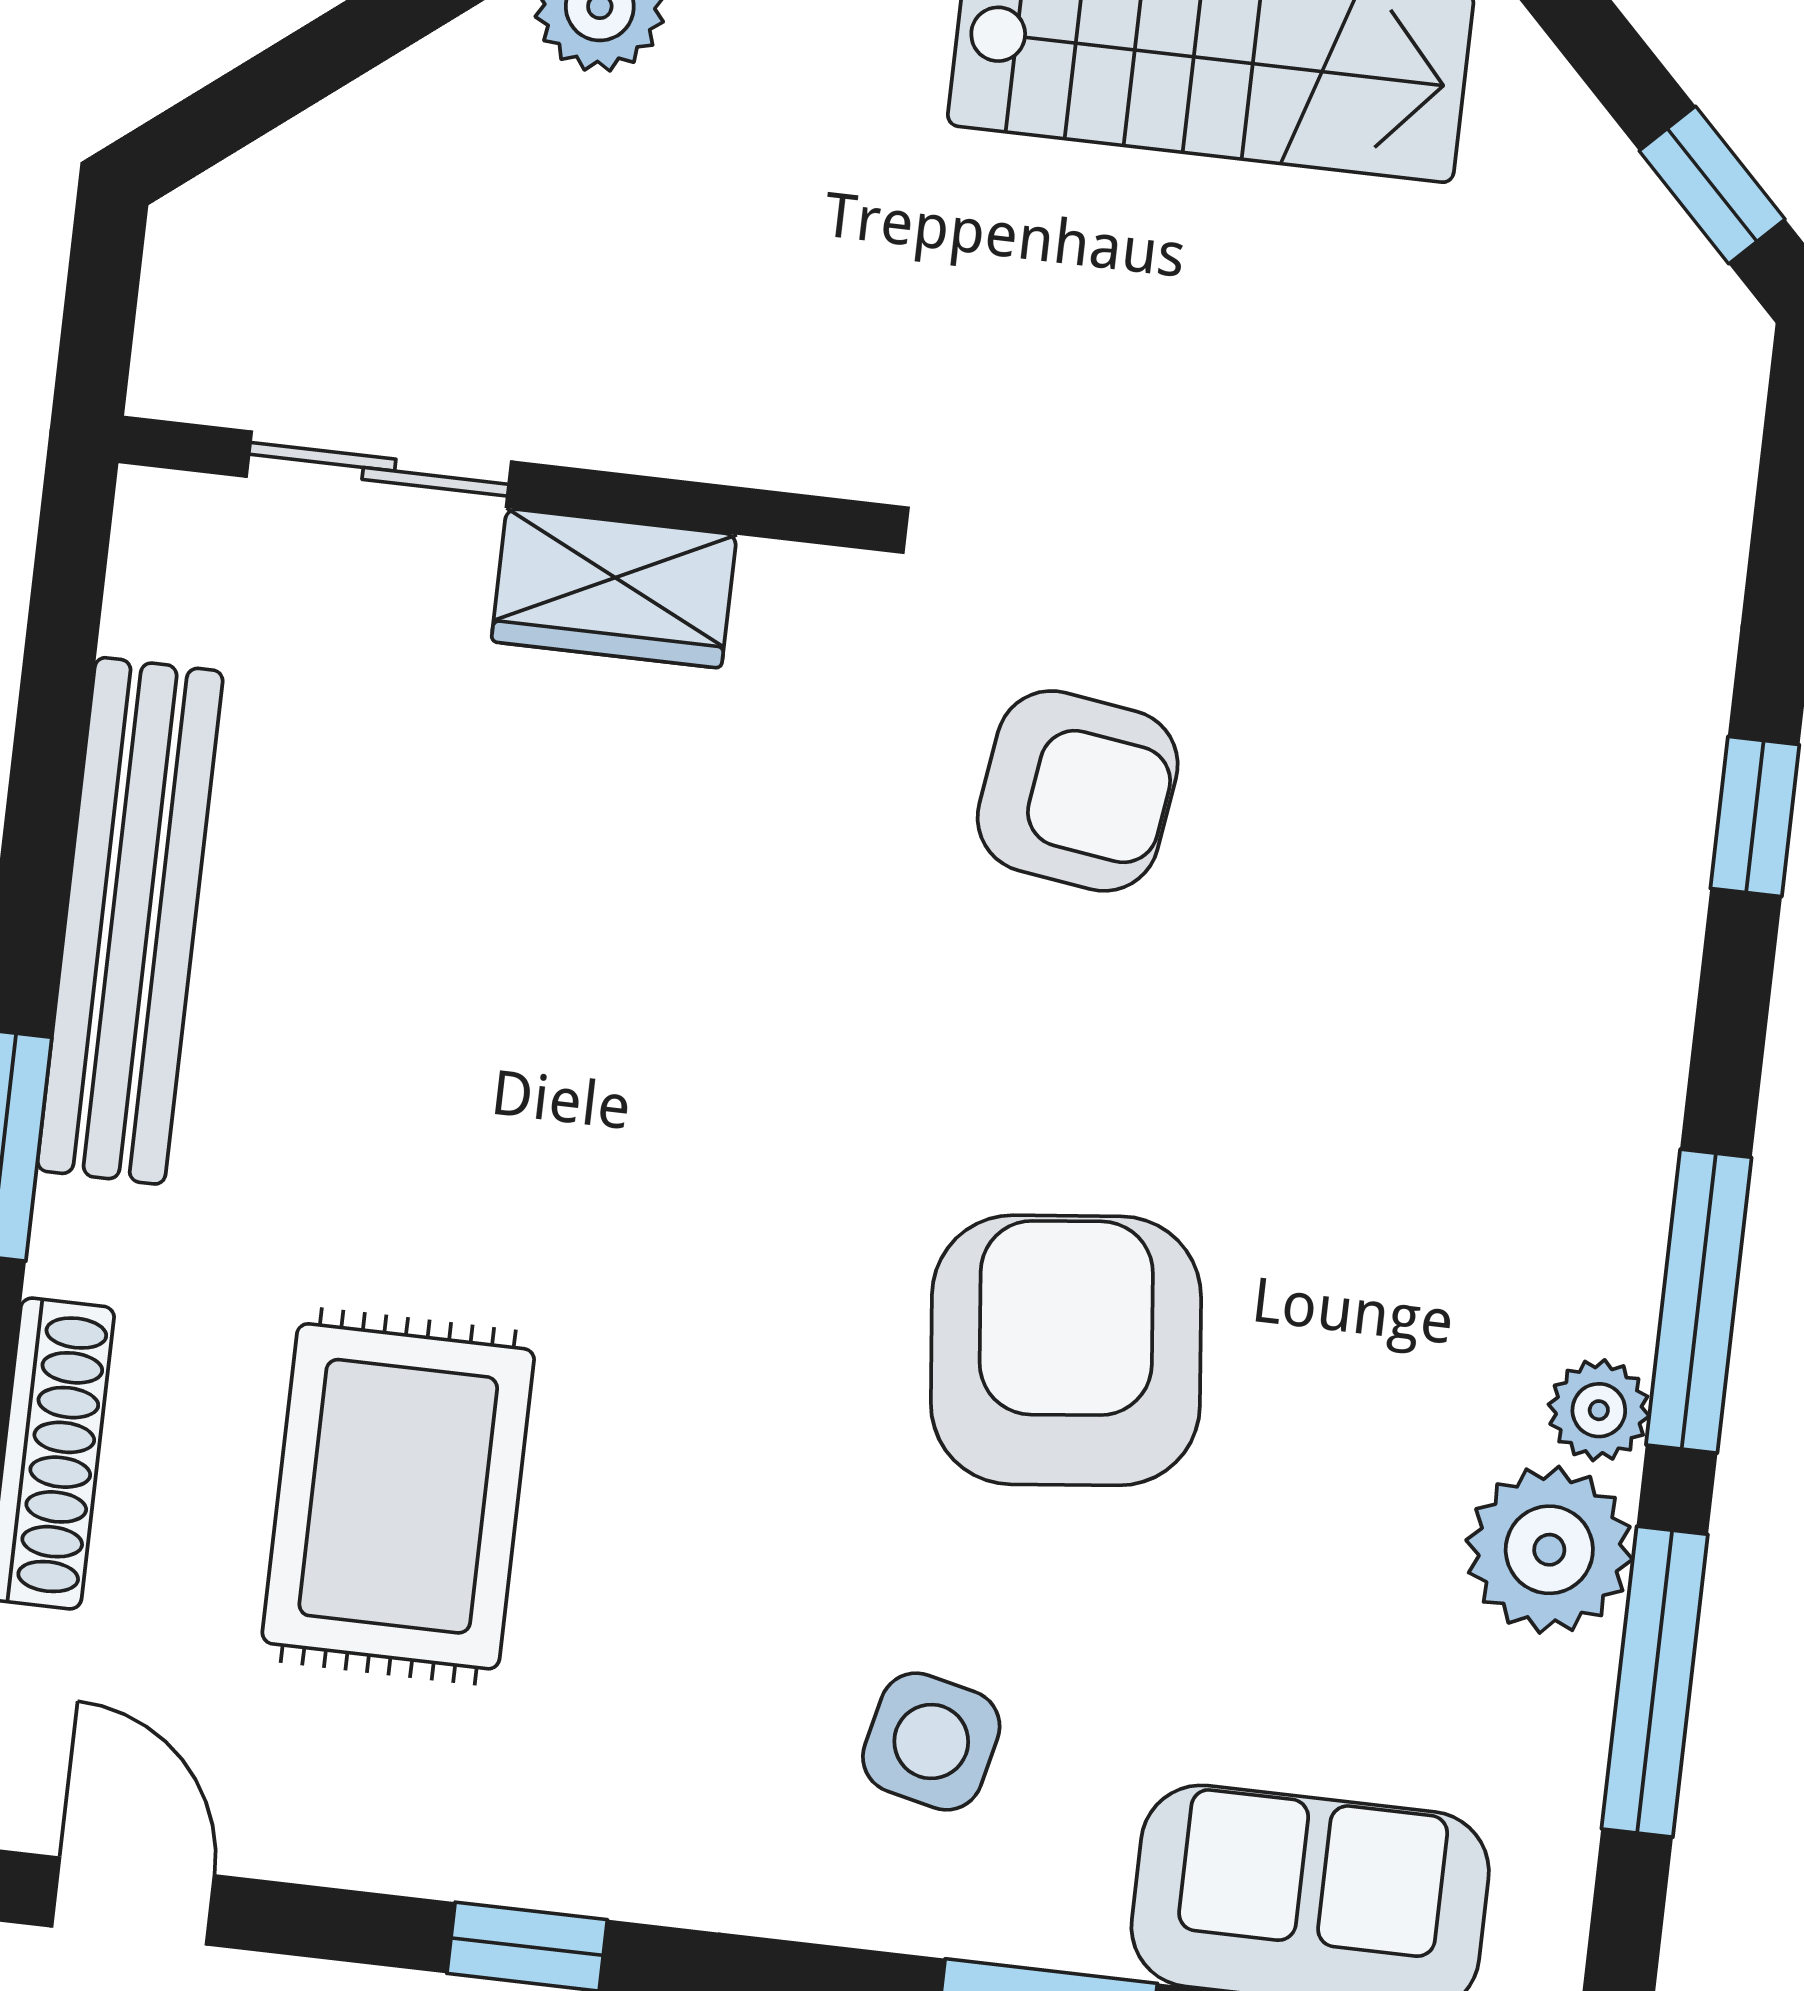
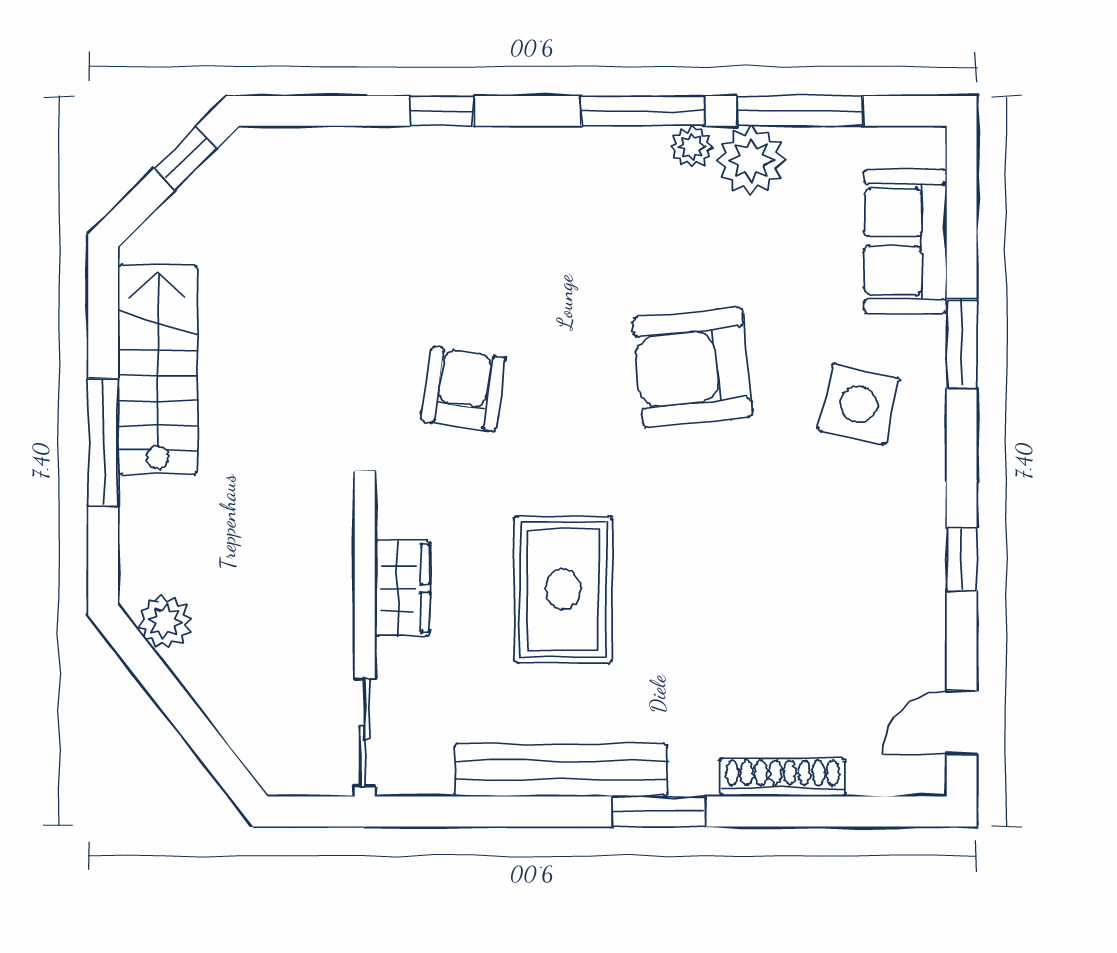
sliding door: (379, 469) -> (365, 732), moved
rug: (398, 1496) -> (563, 589), moved, turned 90
side table: (931, 1742) -> (859, 404), width x1.37, depth x1.37

